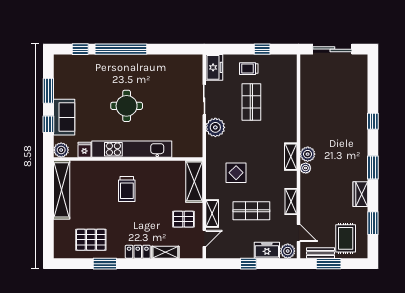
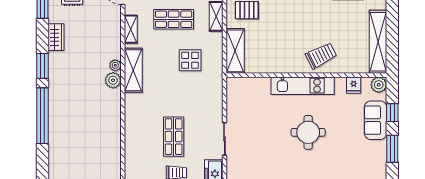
window: (373, 121) -> (42, 116), width x3.17
plant: (215, 127) -> (212, 109), removed
kitchen unit: (132, 149) -> (303, 86), width x0.73
shelving: (291, 157) -> (133, 70), width x1.50, depth x1.33
trolley: (127, 189) -> (321, 56), moved, turned 63

